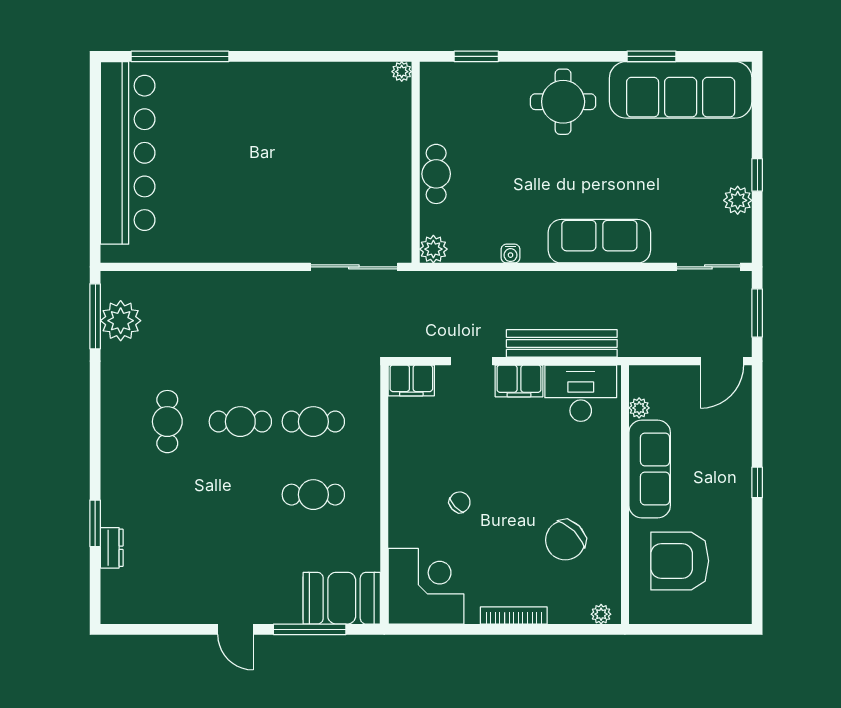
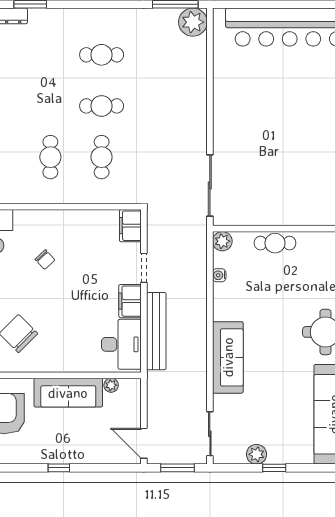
water cooler: (510, 254) -> (219, 275), moved
plant: (121, 321) -> (193, 22), moved
cafe table: (240, 422) -> (102, 106), turned 90

